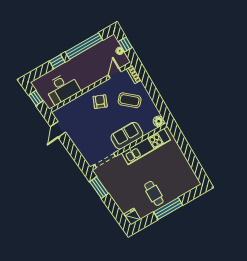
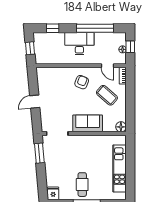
window: (57, 62) -> (53, 28), moved
door: (115, 73) -> (107, 66), swing flipped
desk: (62, 88) -> (79, 44), moved, turned 180
door: (58, 129) -> (35, 102), moved
kitchen unit: (146, 147) -> (119, 168), moved, turned 90

